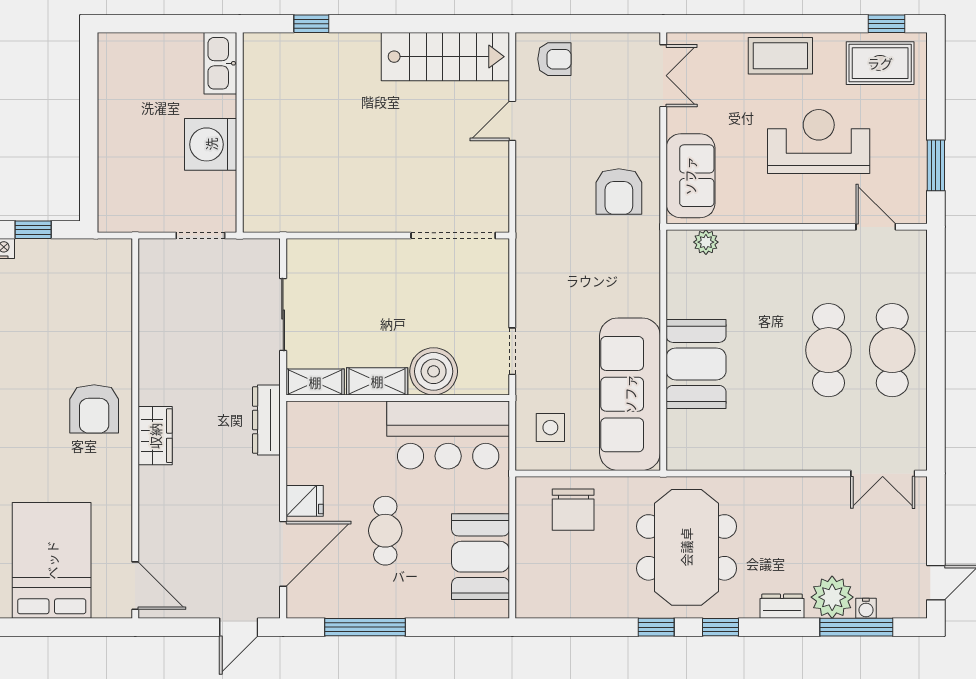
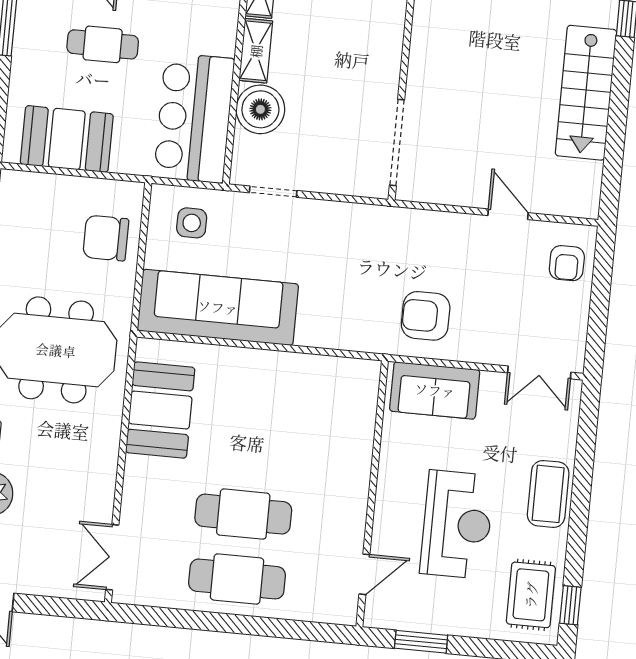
stairs: (445, 57) -> (586, 93), moved
plant: (706, 242) -> (365, 400), removed
booth: (696, 364) -> (160, 410), moved, turned 90

